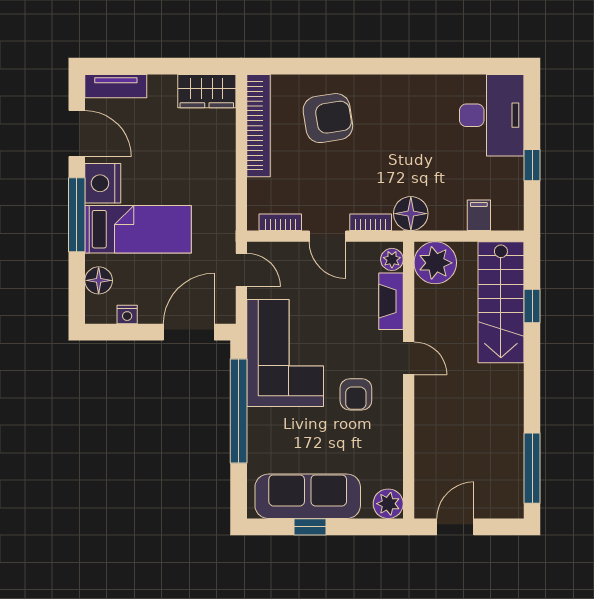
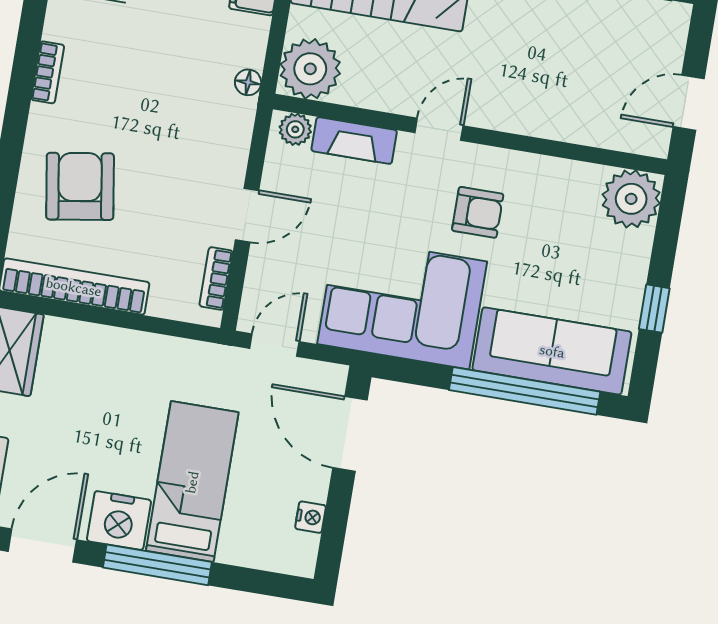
floor lamp: (411, 214) -> (248, 82), width x0.53, depth x0.53
bookcase: (371, 222) -> (48, 72), moved, turned 180
floor lamp: (99, 280) -> (256, 549), removed
window: (239, 411) -> (525, 391), moved
sofa: (308, 496) -> (552, 351), moved, turned 90
plant: (388, 504) -> (631, 199), width x1.36, depth x1.36
door: (455, 527) -> (689, 103), hinge flipped

